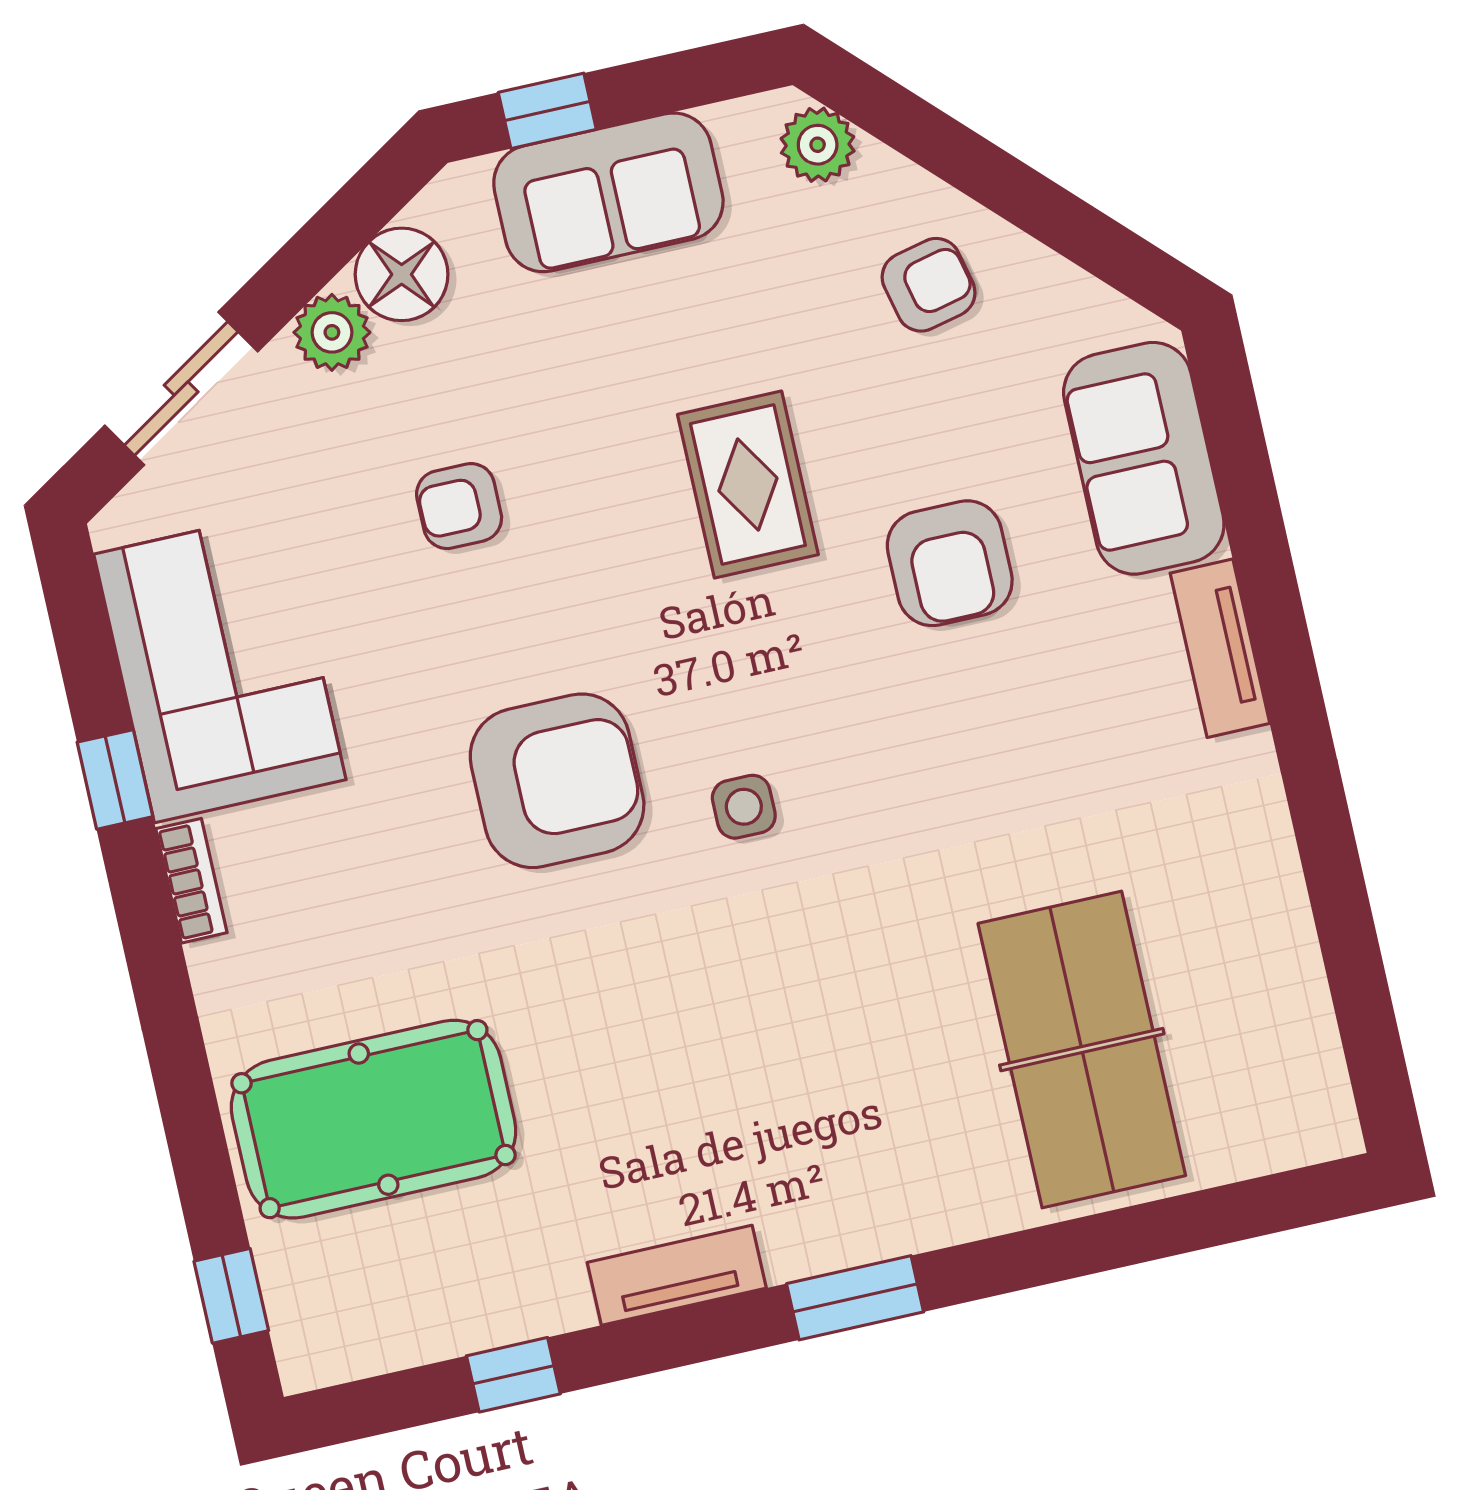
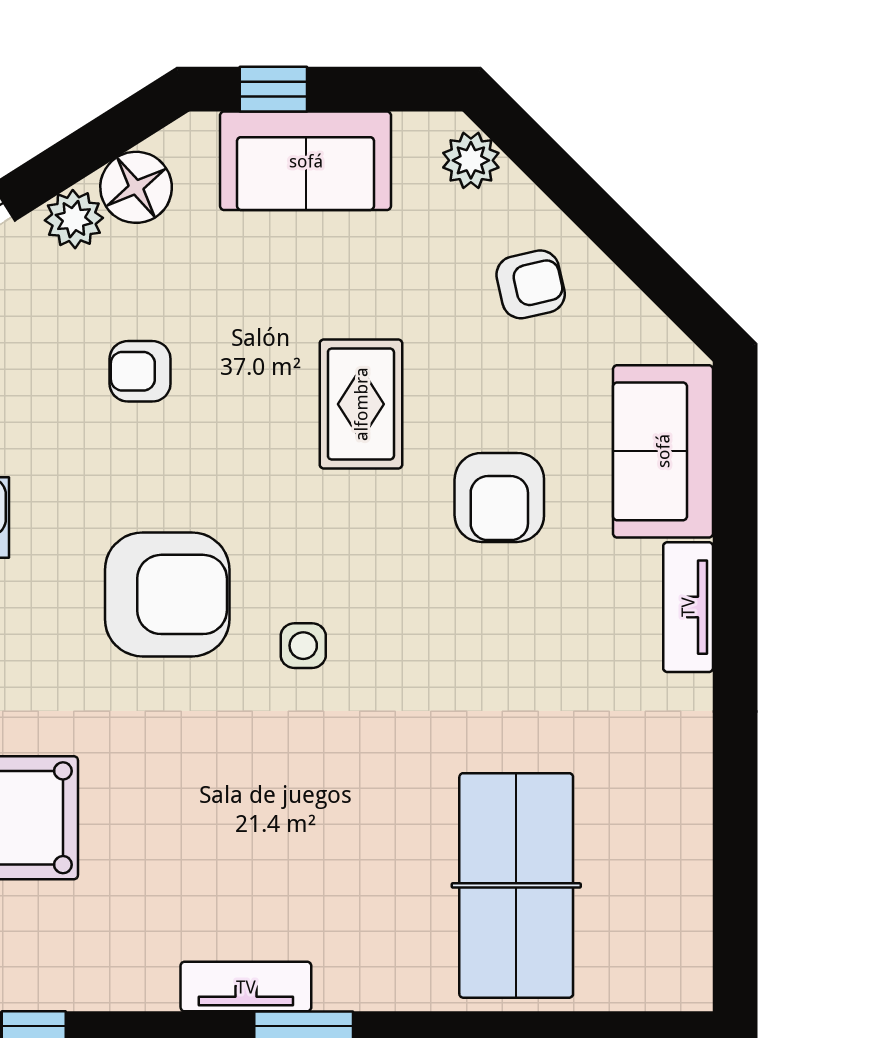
tv unit: (677, 1275) -> (246, 987), moved

